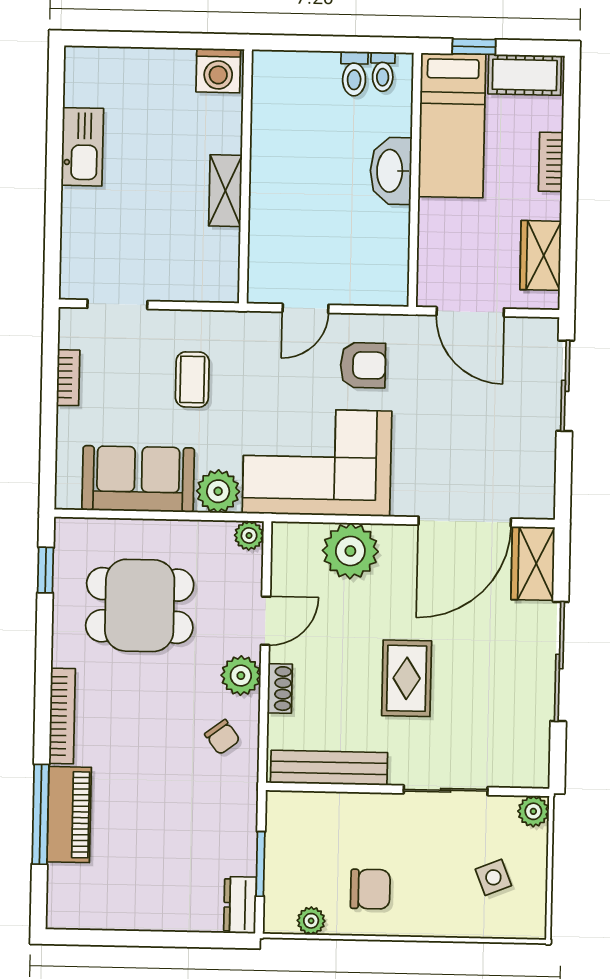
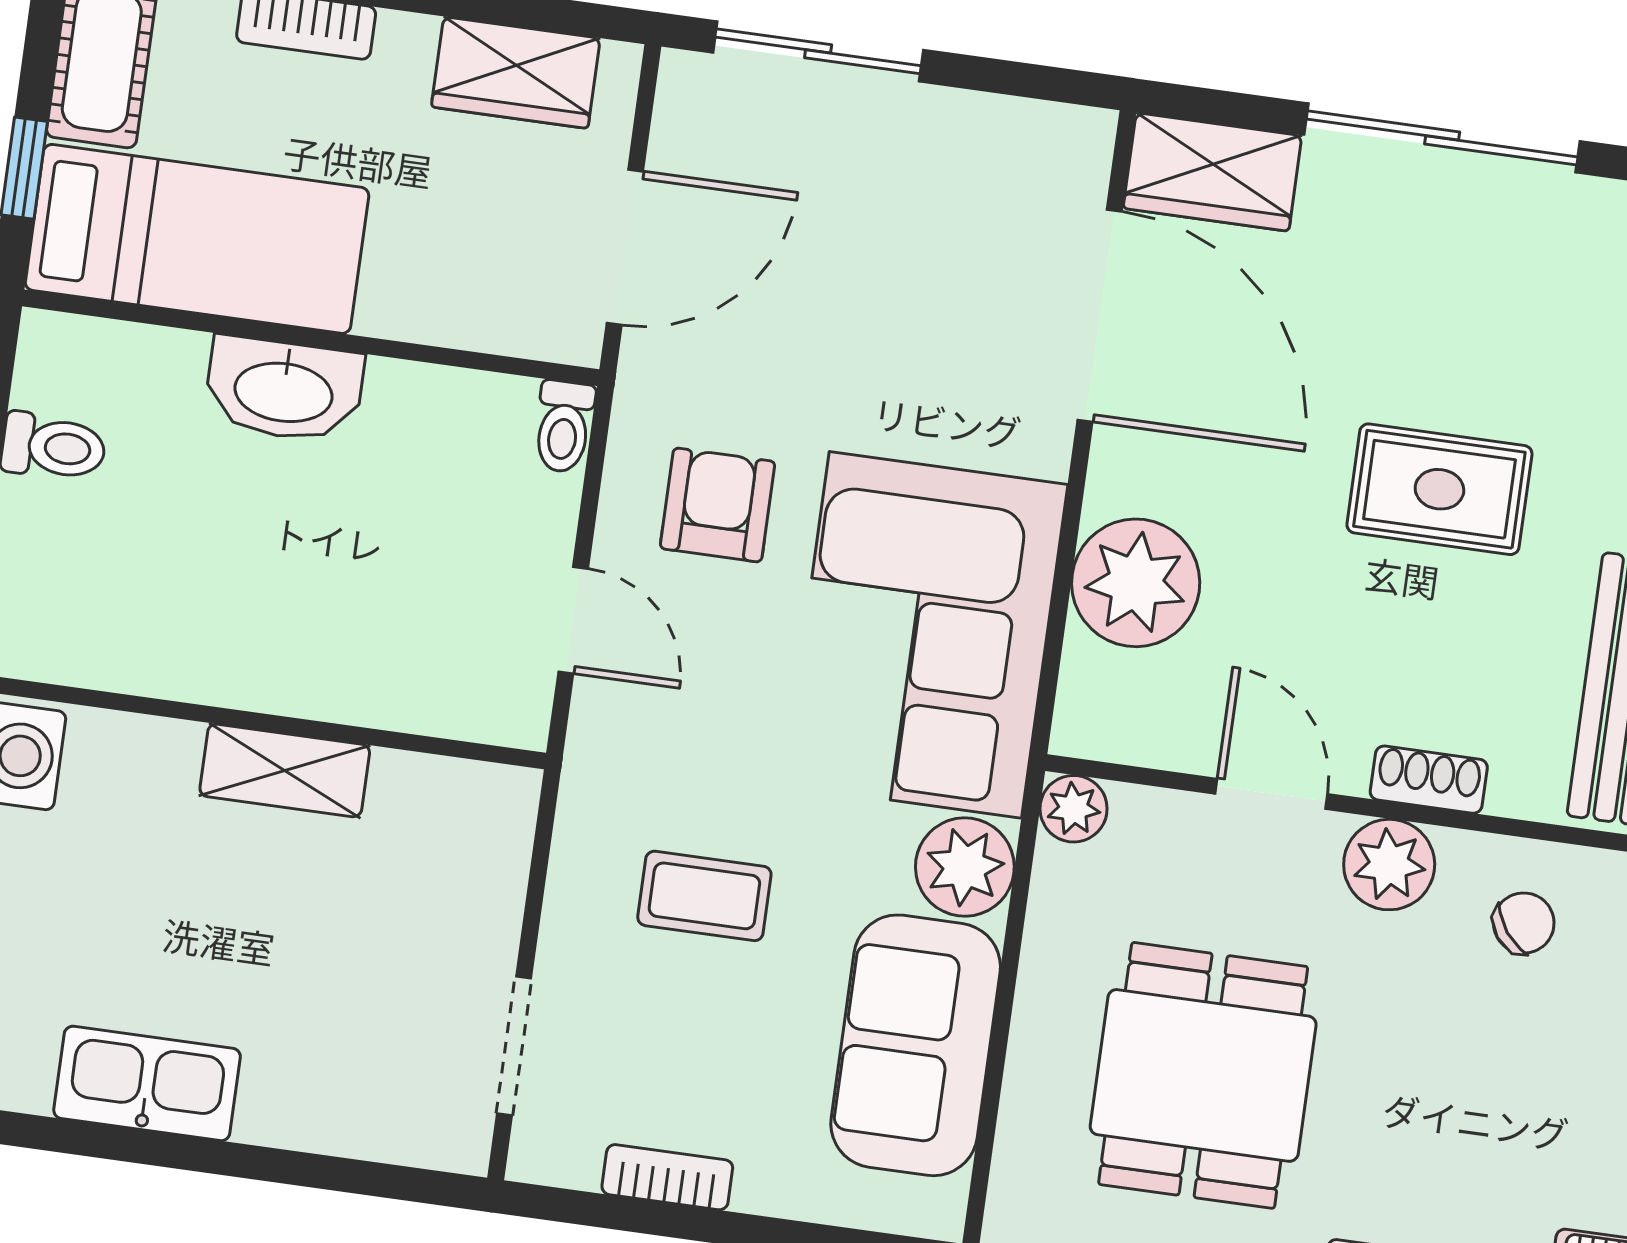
toilet: (383, 72) -> (564, 427), moved, turned 90

